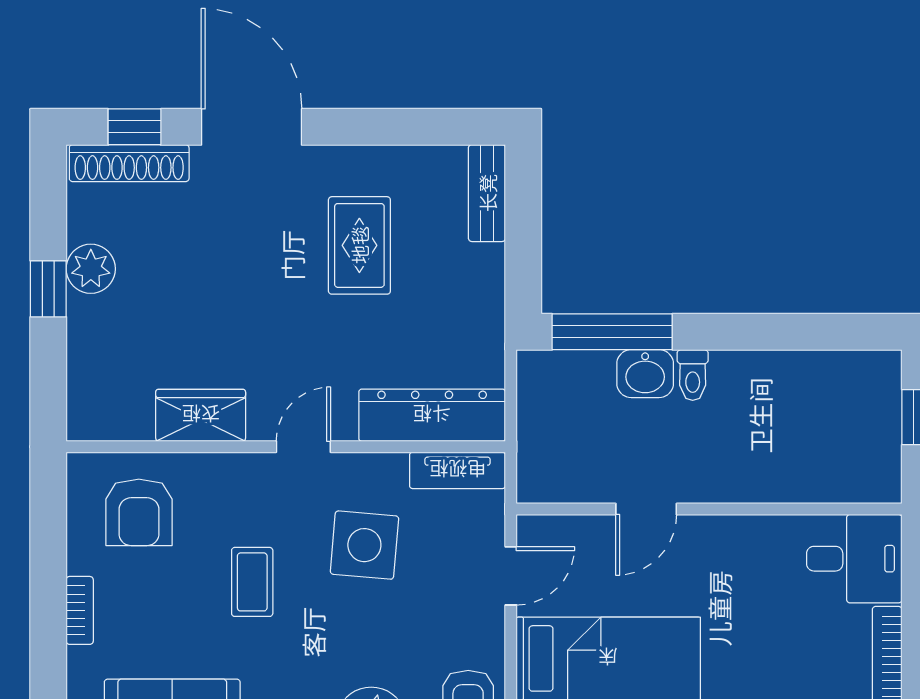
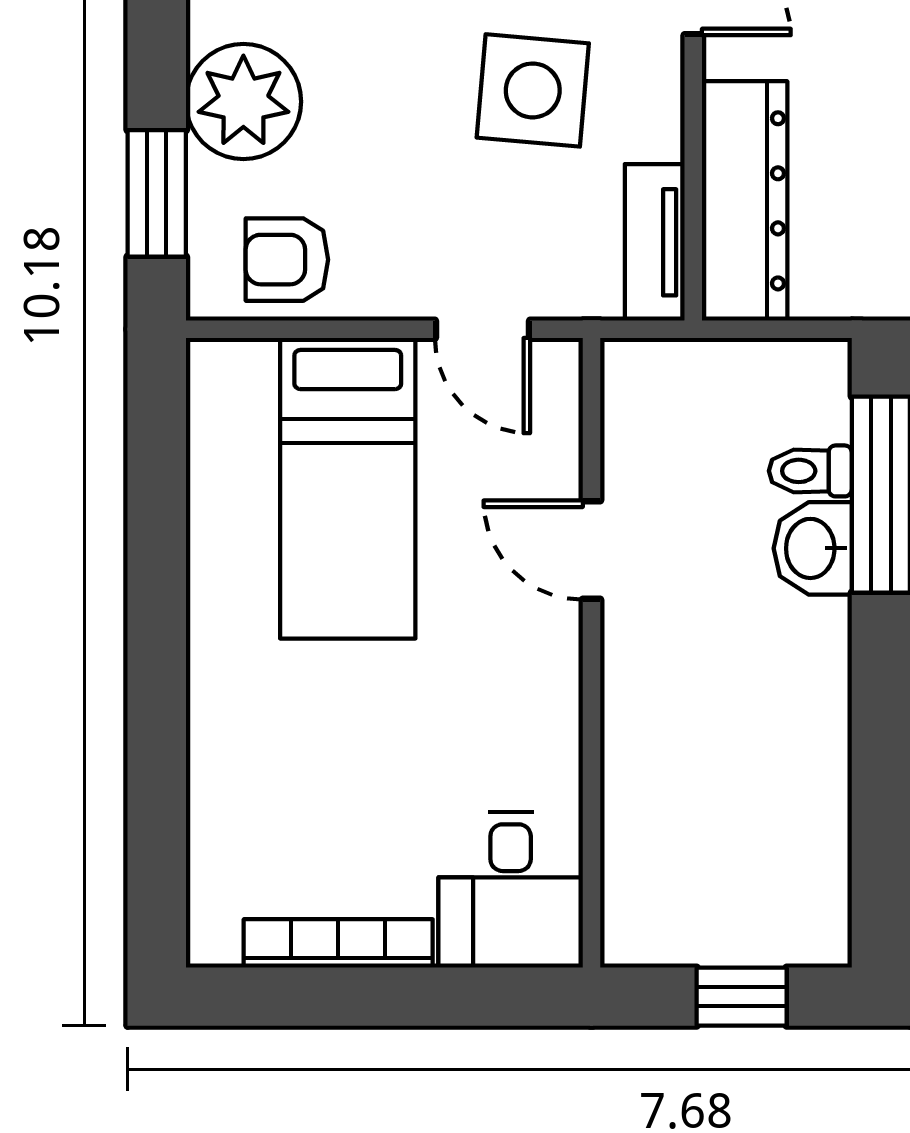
toilet: (693, 375) -> (810, 471), moved

